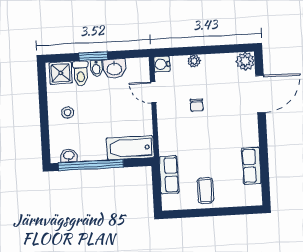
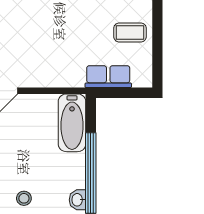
chair: (197, 105) -> (23, 38), removed

